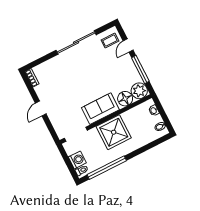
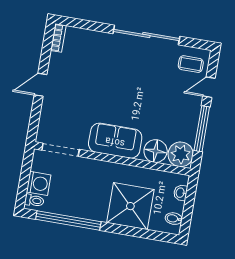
shower: (114, 132) -> (130, 206), moved

